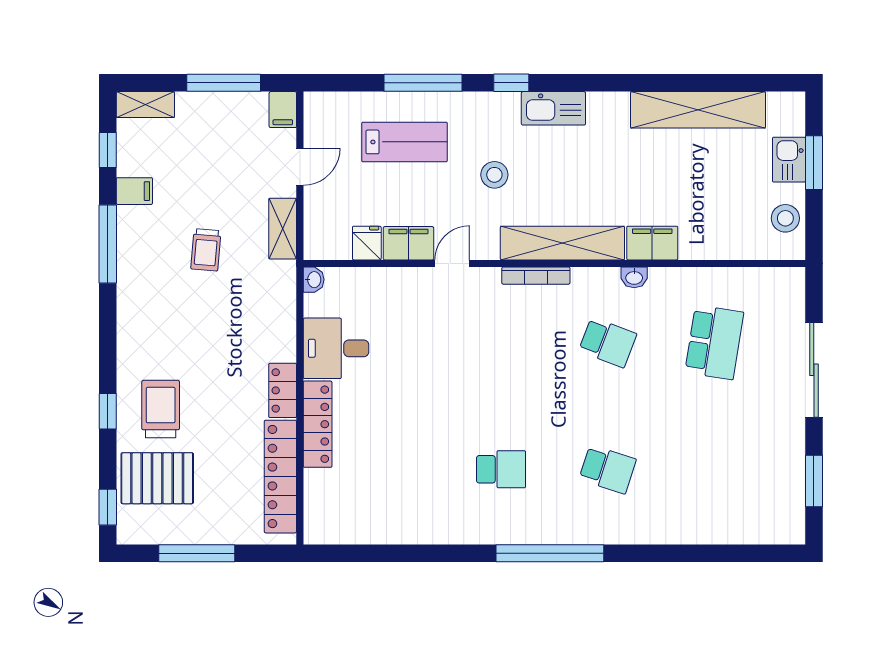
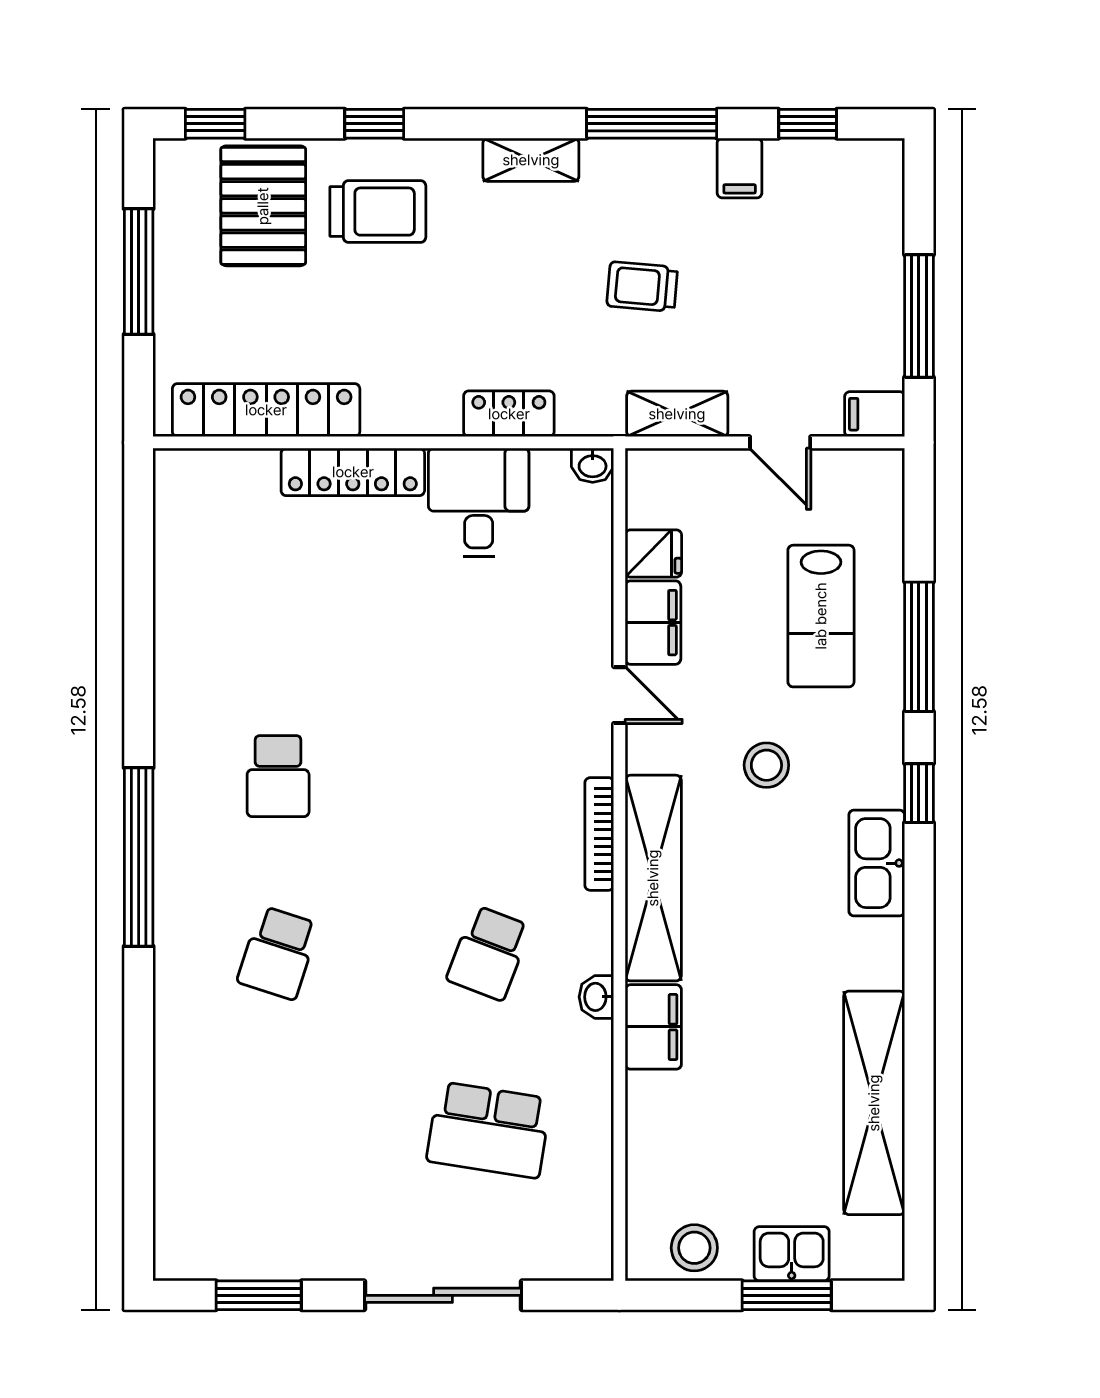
shelving: (145, 105) -> (531, 160), moved, turned 90
locker: (283, 390) -> (509, 414), moved

